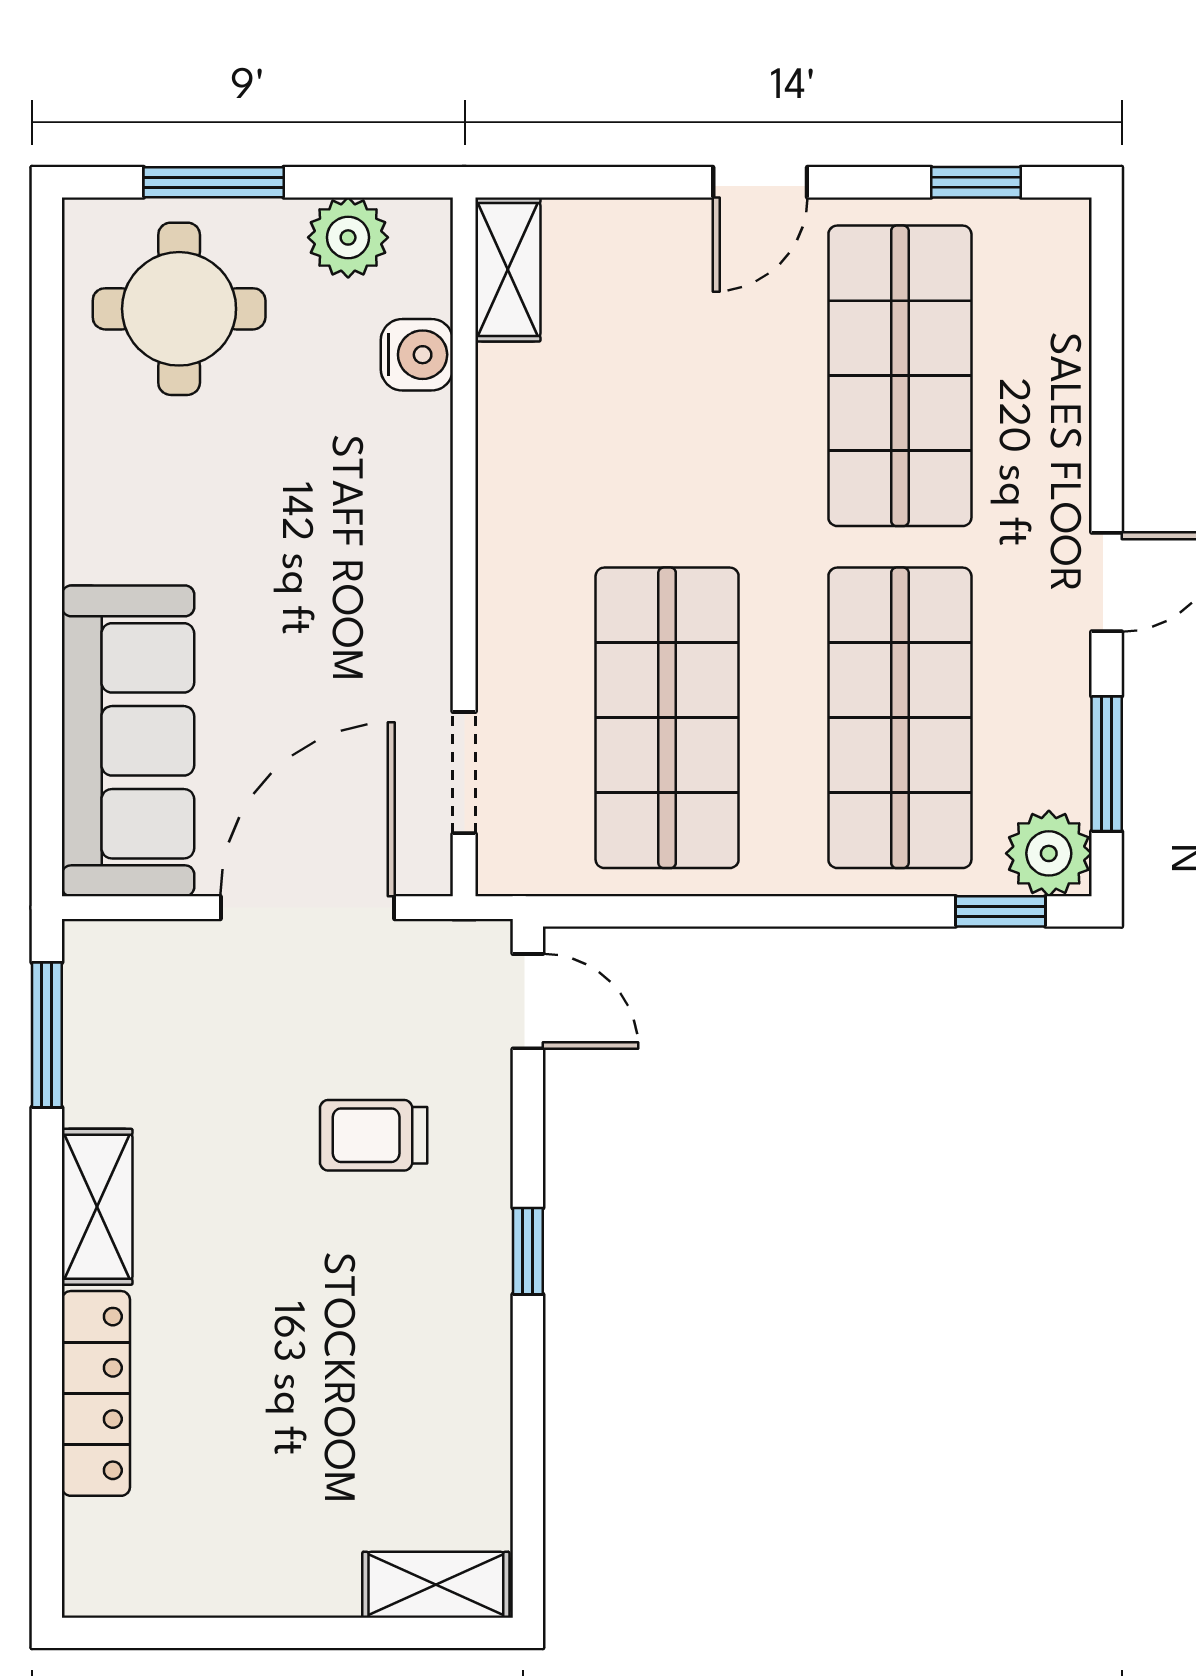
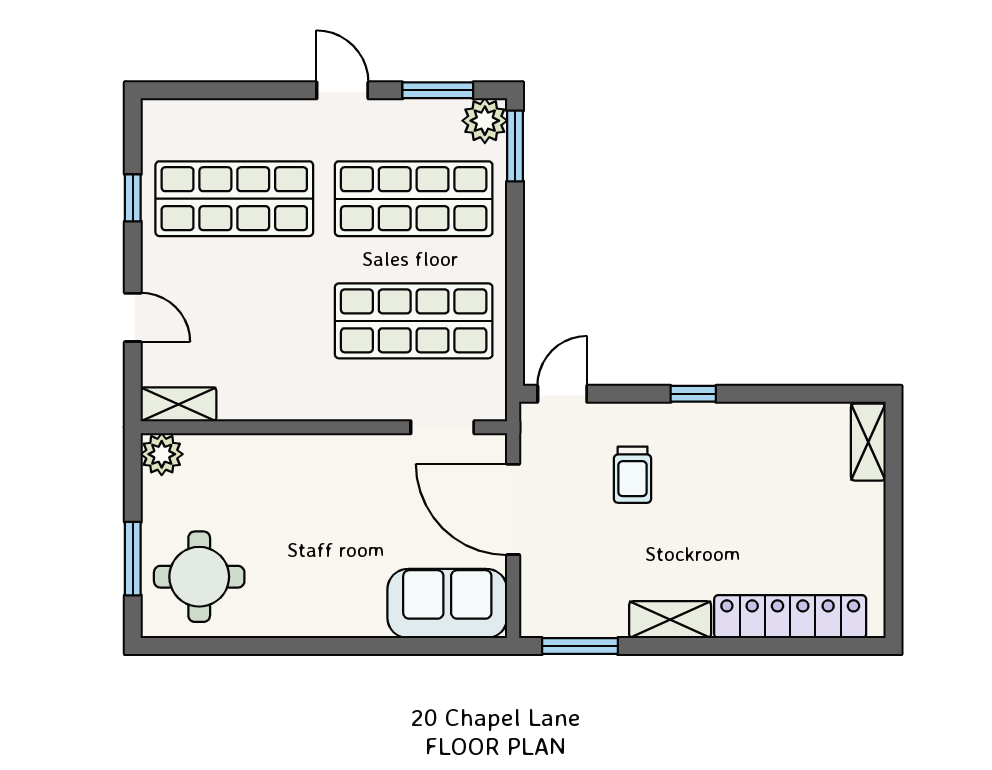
door: (760, 182) -> (133, 317), moved
window: (976, 182) -> (133, 198), moved
plant: (348, 237) -> (162, 454), moved
water cooler: (417, 355) -> (223, 452), removed
sofa: (128, 741) -> (447, 603), width x0.73
window: (1001, 911) -> (515, 146), width x1.50
locker: (96, 1393) -> (790, 617), width x1.41, depth x1.21

